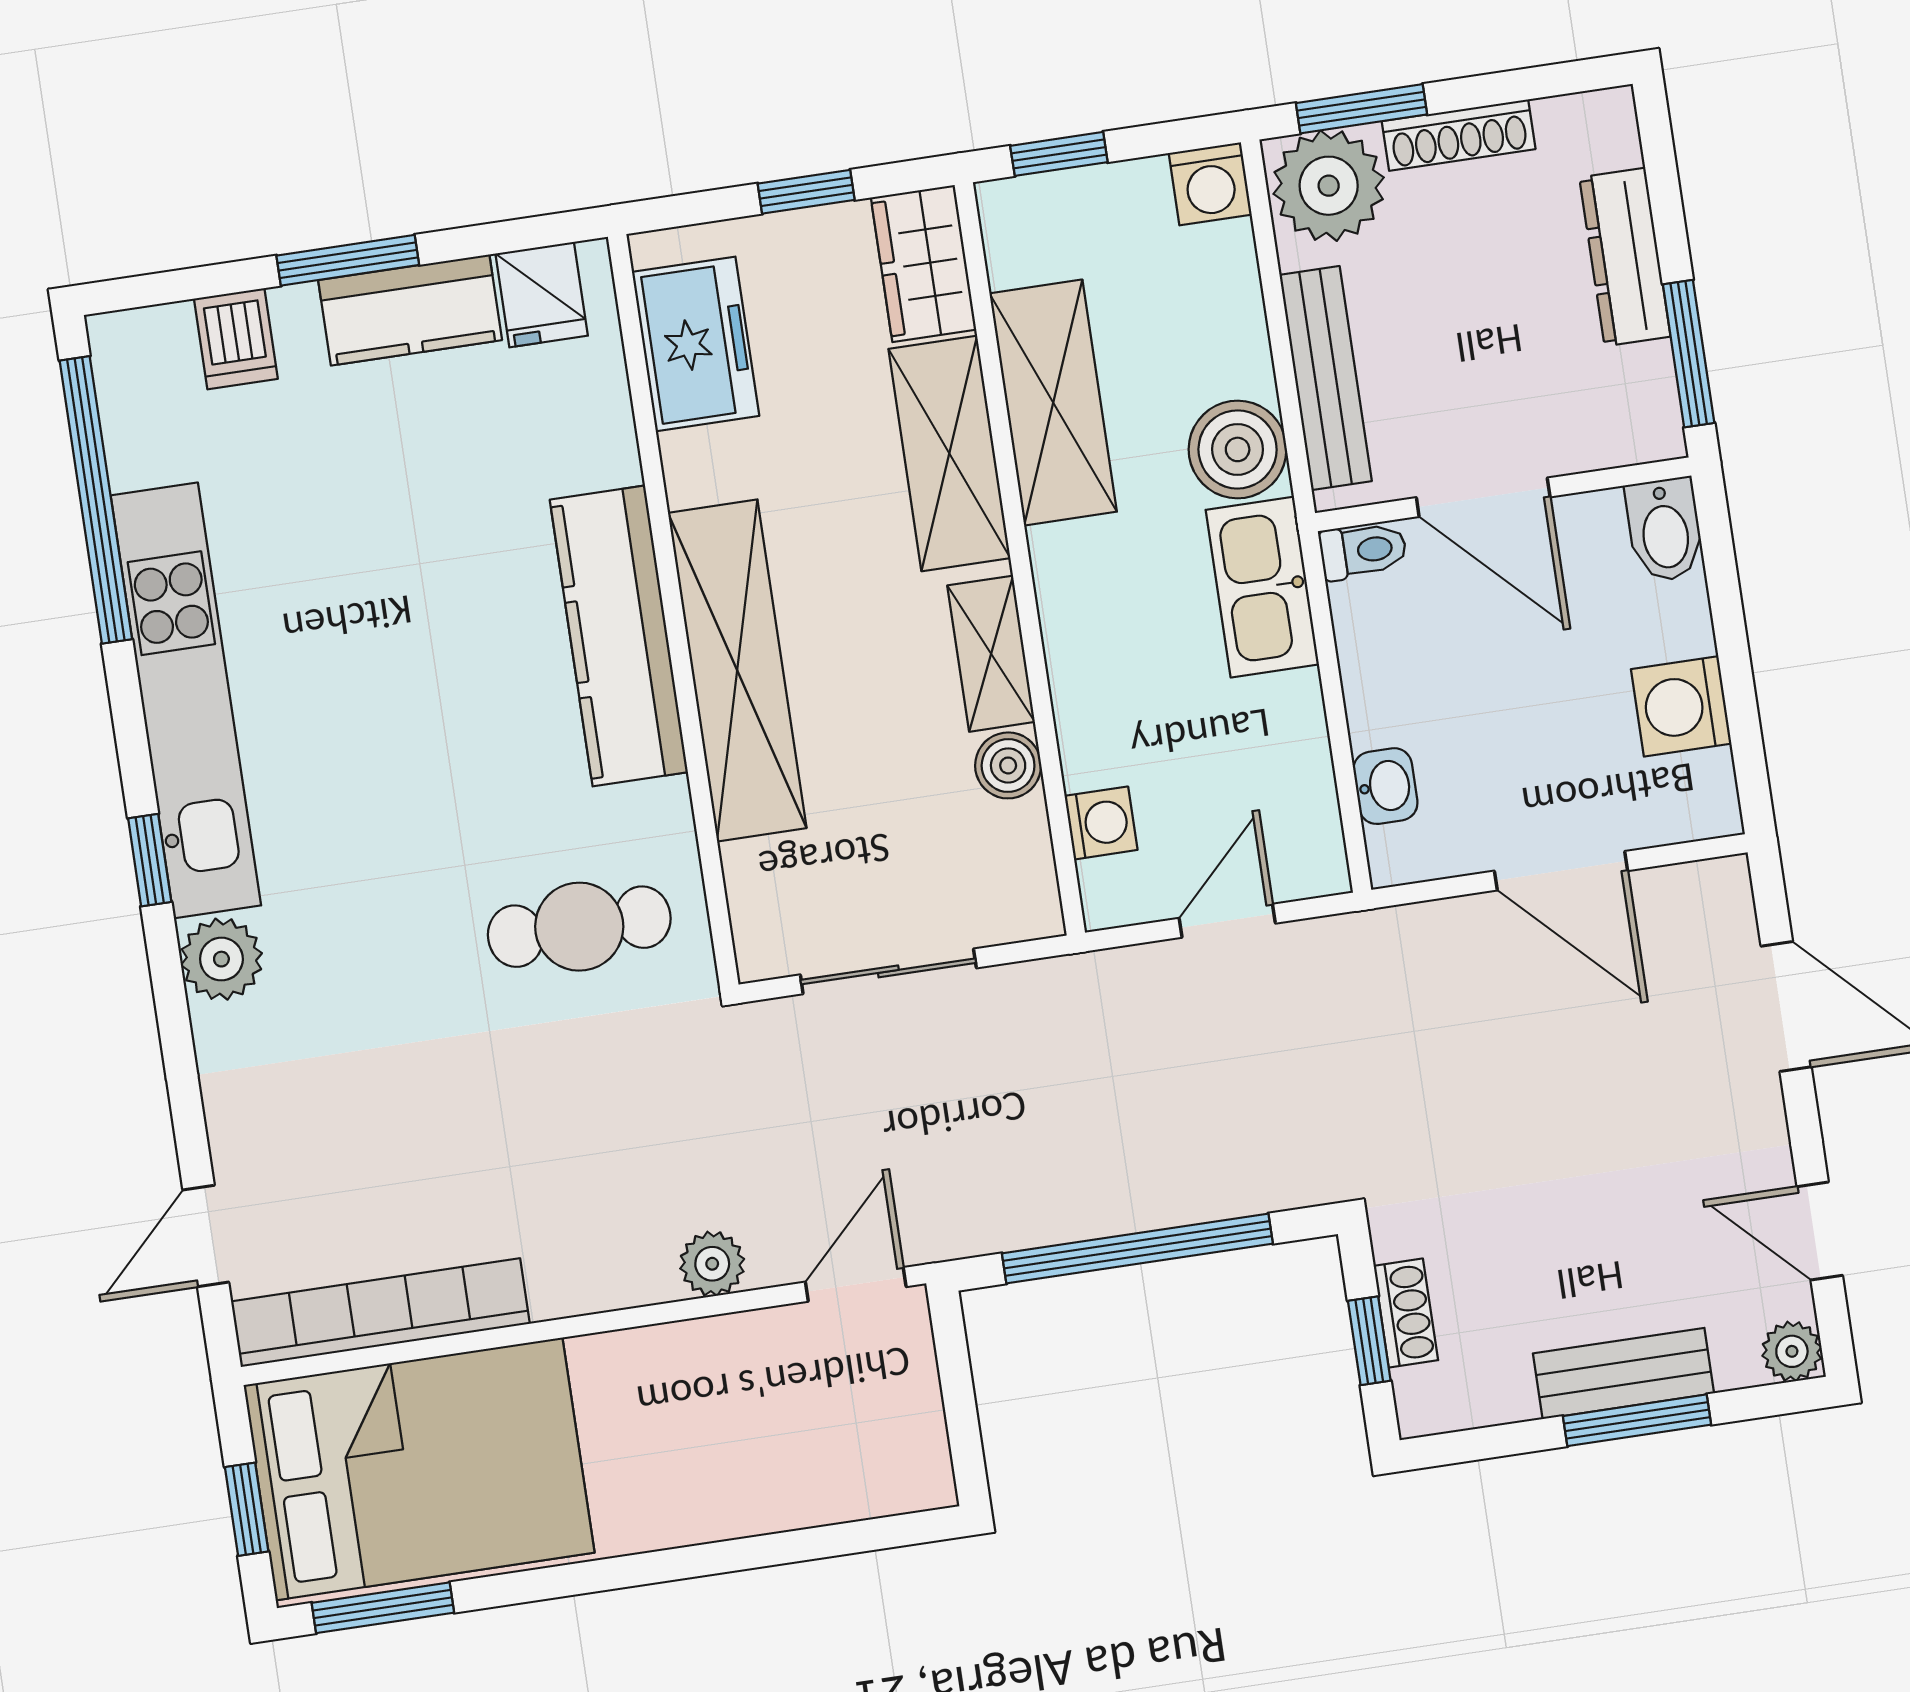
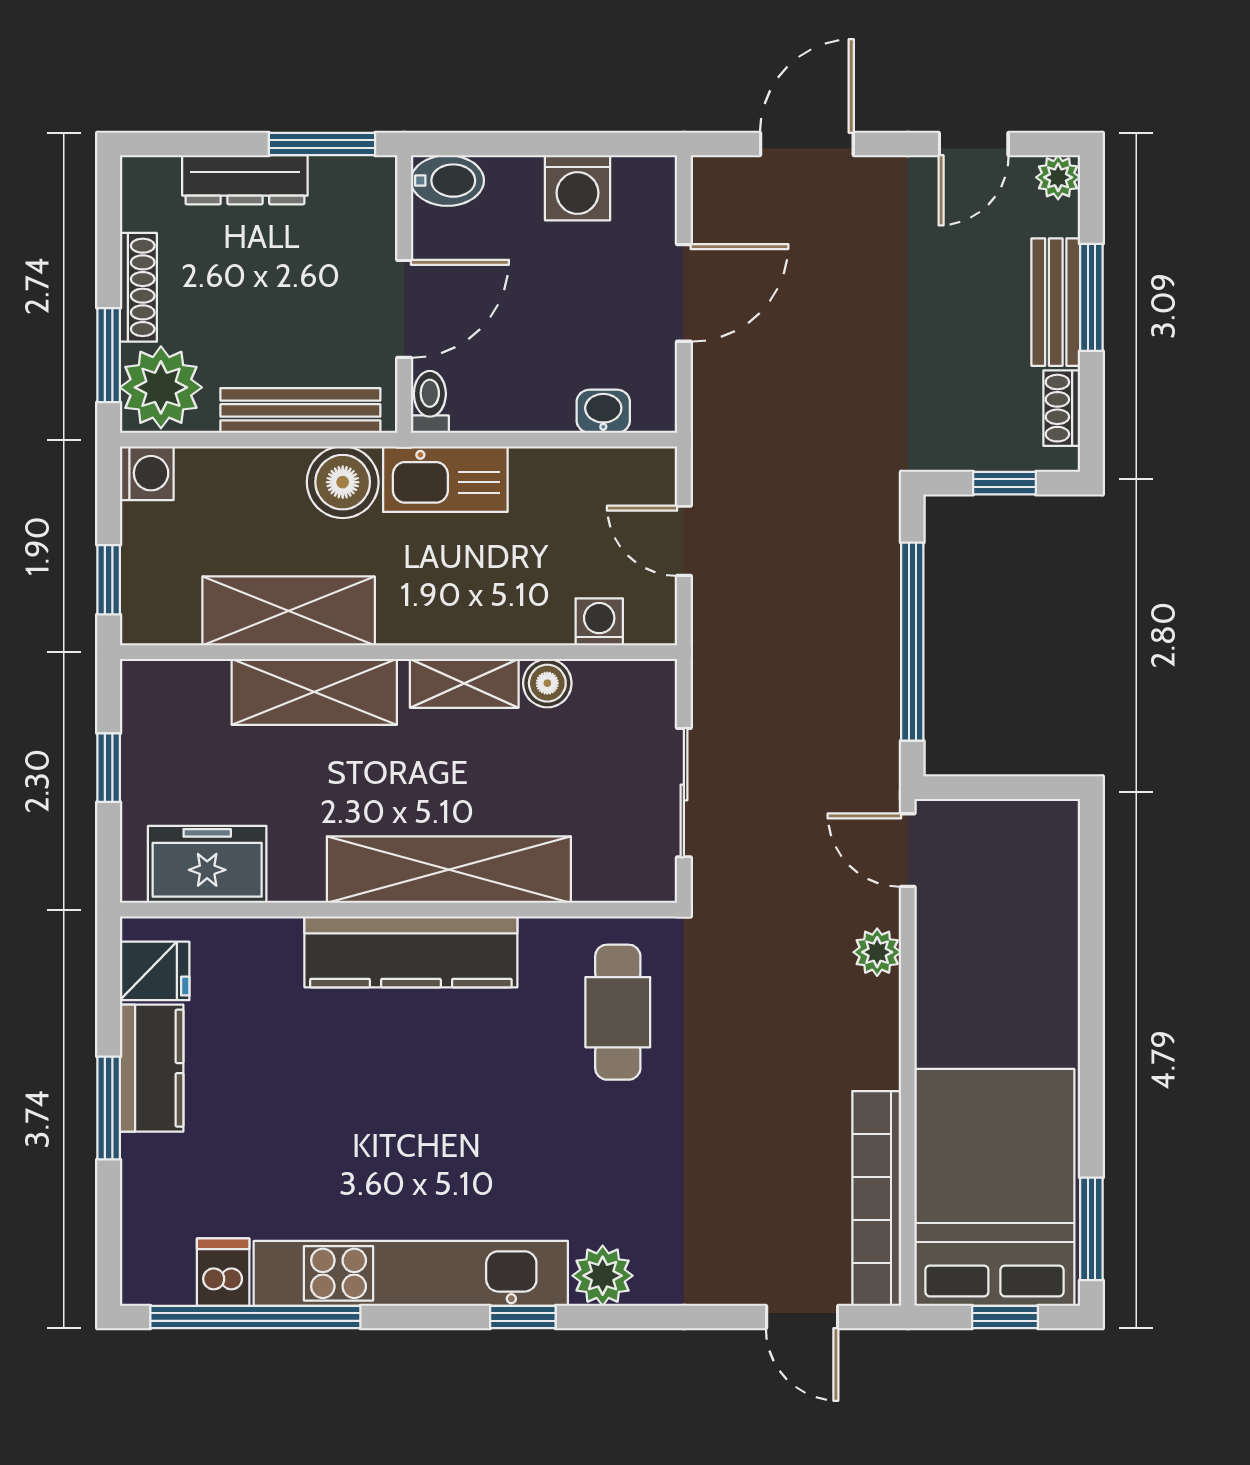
wardrobe: (924, 264) -> (174, 690), removed
dishwasher: (236, 339) -> (223, 1272), moved, turned -90
shoe rack: (1406, 1313) -> (1062, 408), moved, turned -90

